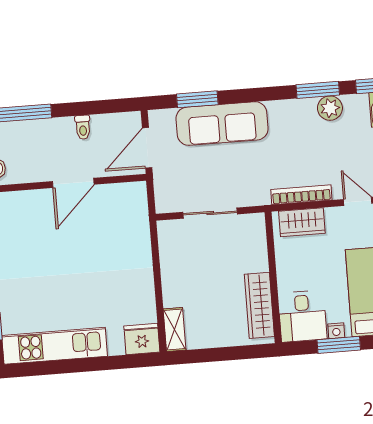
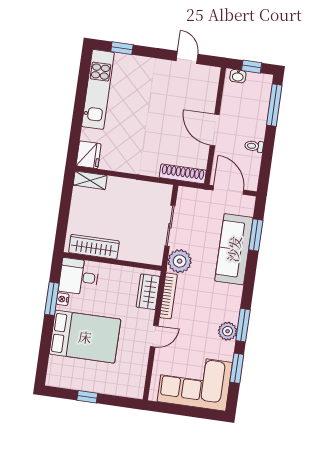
plant: (253, 190) -> (180, 261), added
shoe rack: (139, 212) -> (183, 174), added

